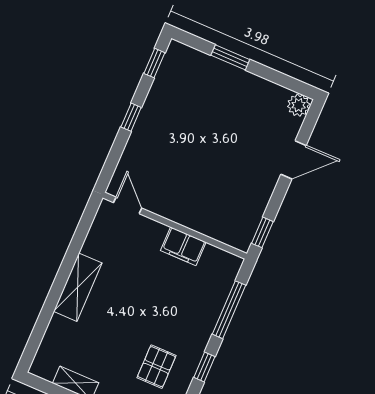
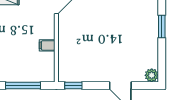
filing cabinet: (183, 246) -> (47, 45), width x0.50

